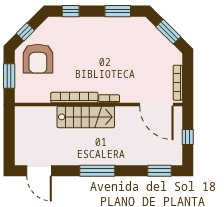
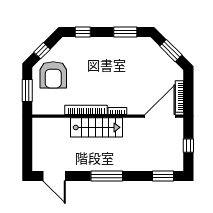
door: (156, 104) -> (160, 116), swing flipped

